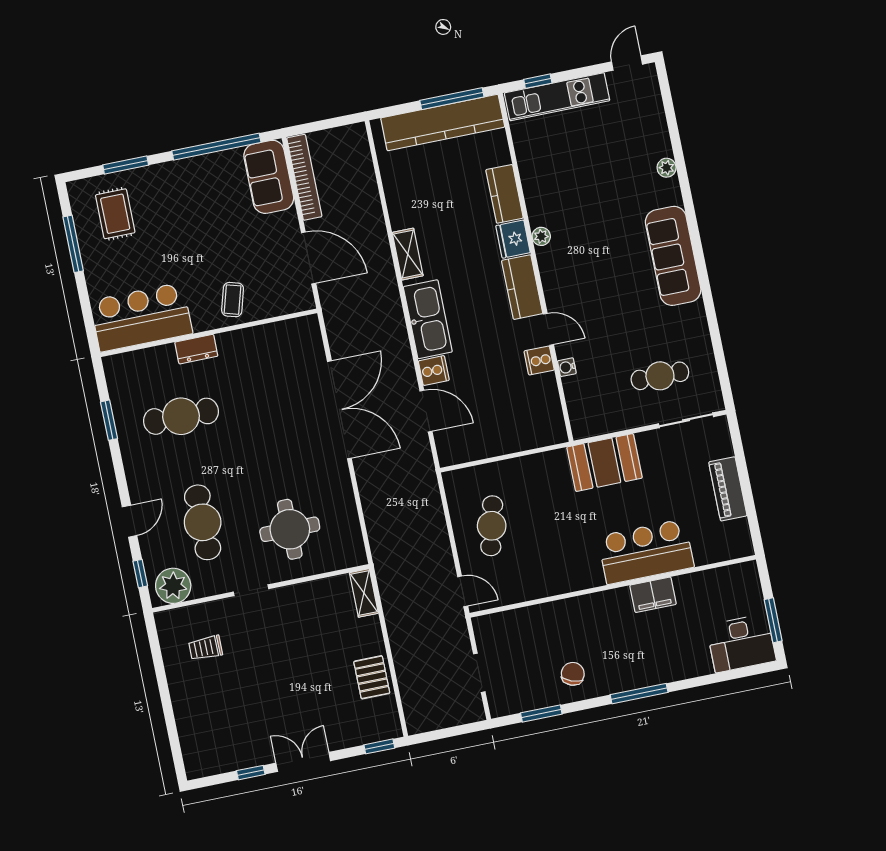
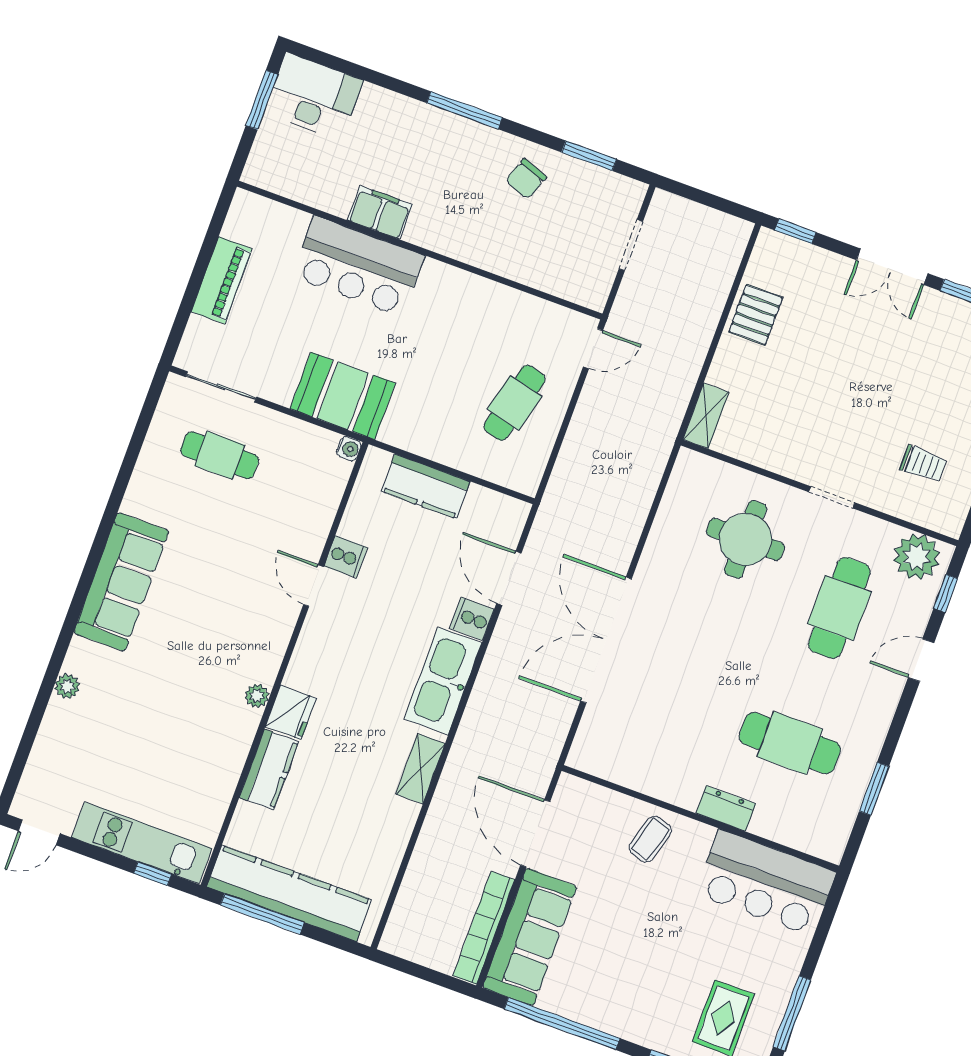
sofa: (269, 177) -> (530, 937), width x1.36
kitchen counter: (522, 287) -> (426, 486), moved, turned 90
water cooler: (567, 367) -> (349, 448), moved
door: (463, 591) -> (593, 349), swing flipped

